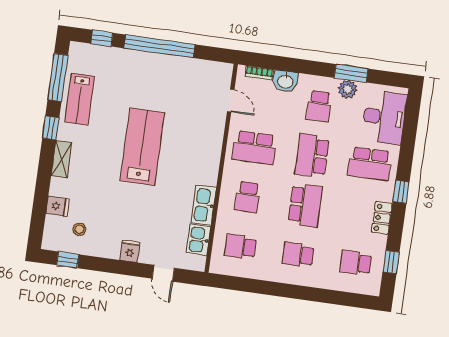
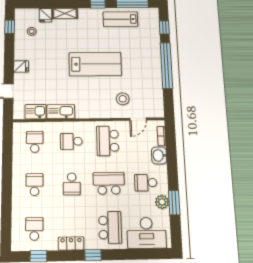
stool: (199, 117) -> (123, 99), added
shelving: (61, 159) -> (65, 13), moved
school desk: (370, 164) -> (110, 227), turned 180
school desk: (305, 205) -> (72, 184), width x0.54

